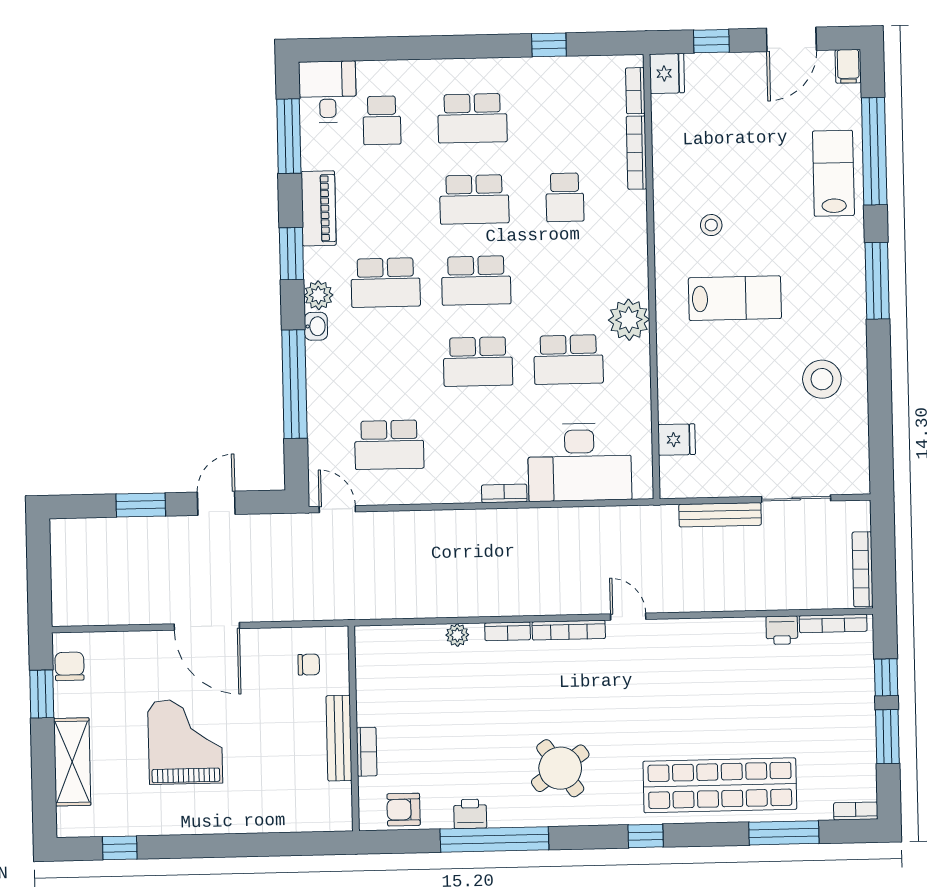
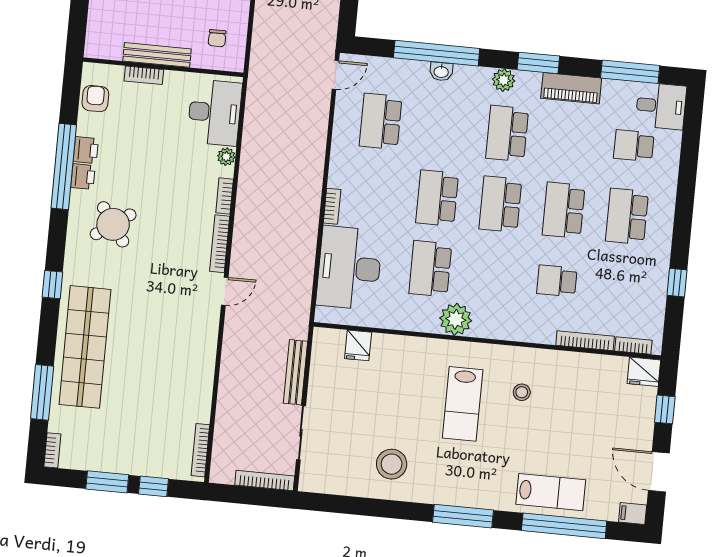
washbasin: (316, 326) -> (441, 71), moved
bookcase: (863, 569) -> (265, 480), moved
printer: (782, 630) -> (83, 176), moved, turned 180
desk: (403, 657) -> (215, 113), added

